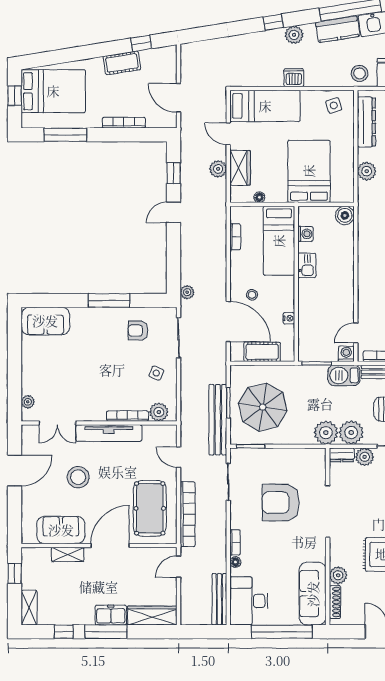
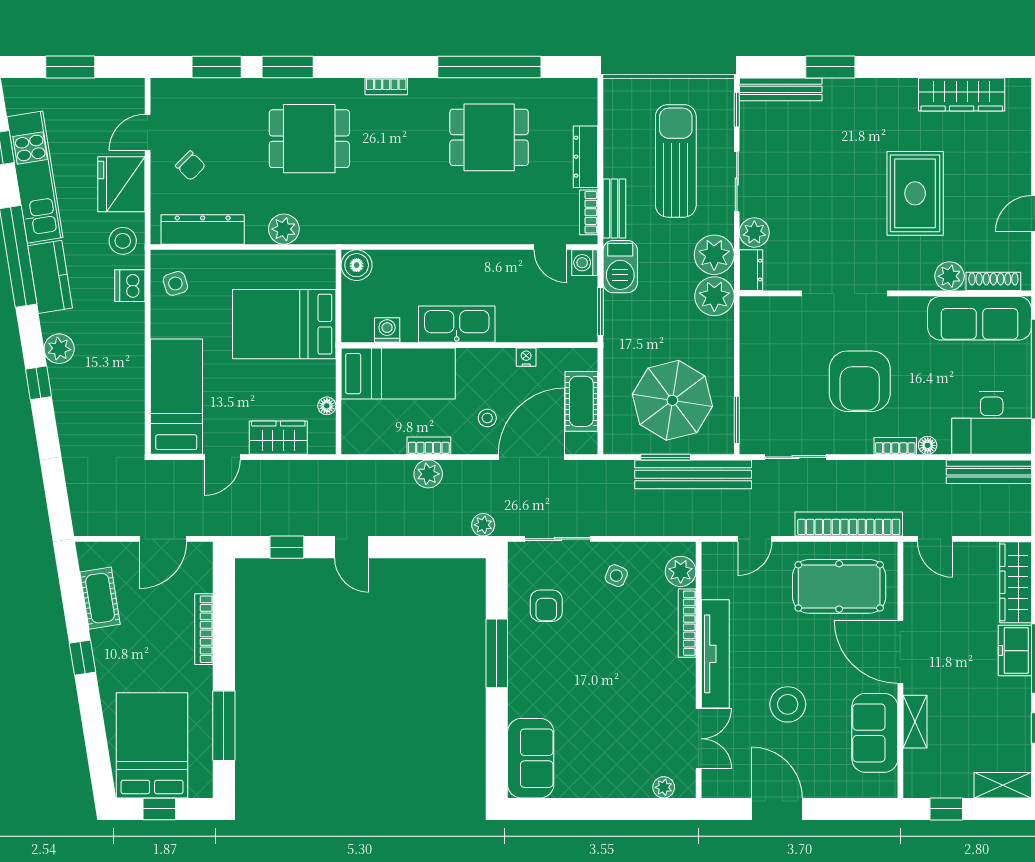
window: (141, 43) -> (82, 658), moved
cot: (122, 63) -> (100, 598), moved
dishwasher: (294, 78) -> (130, 286), moved
plant: (218, 169) -> (428, 474), moved
bookcase: (235, 237) -> (429, 446), moved
kitchen sink: (307, 265) -> (457, 324), width x1.88, depth x1.24
armchair: (281, 503) -> (860, 381), moved

